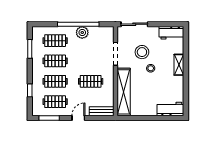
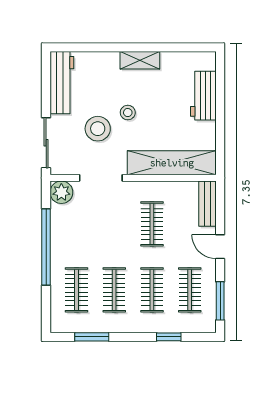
plant: (82, 32) -> (61, 192), moved
workbench: (171, 33) -> (62, 83), width x1.38
shelving: (179, 65) -> (140, 60), moved
workbench: (170, 109) -> (203, 96), moved

